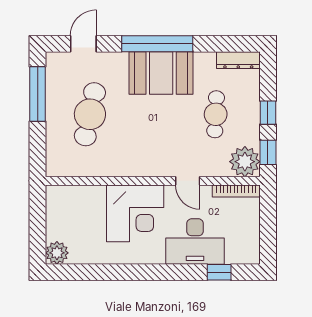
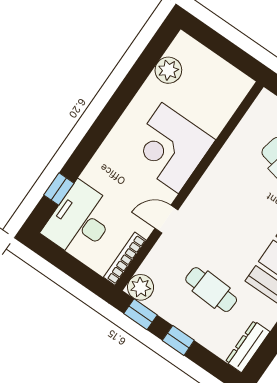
plant: (245, 162) -> (141, 287), width x0.73, depth x0.73
desk: (195, 241) -> (80, 221), moved
plant: (57, 253) -> (168, 70), moved

